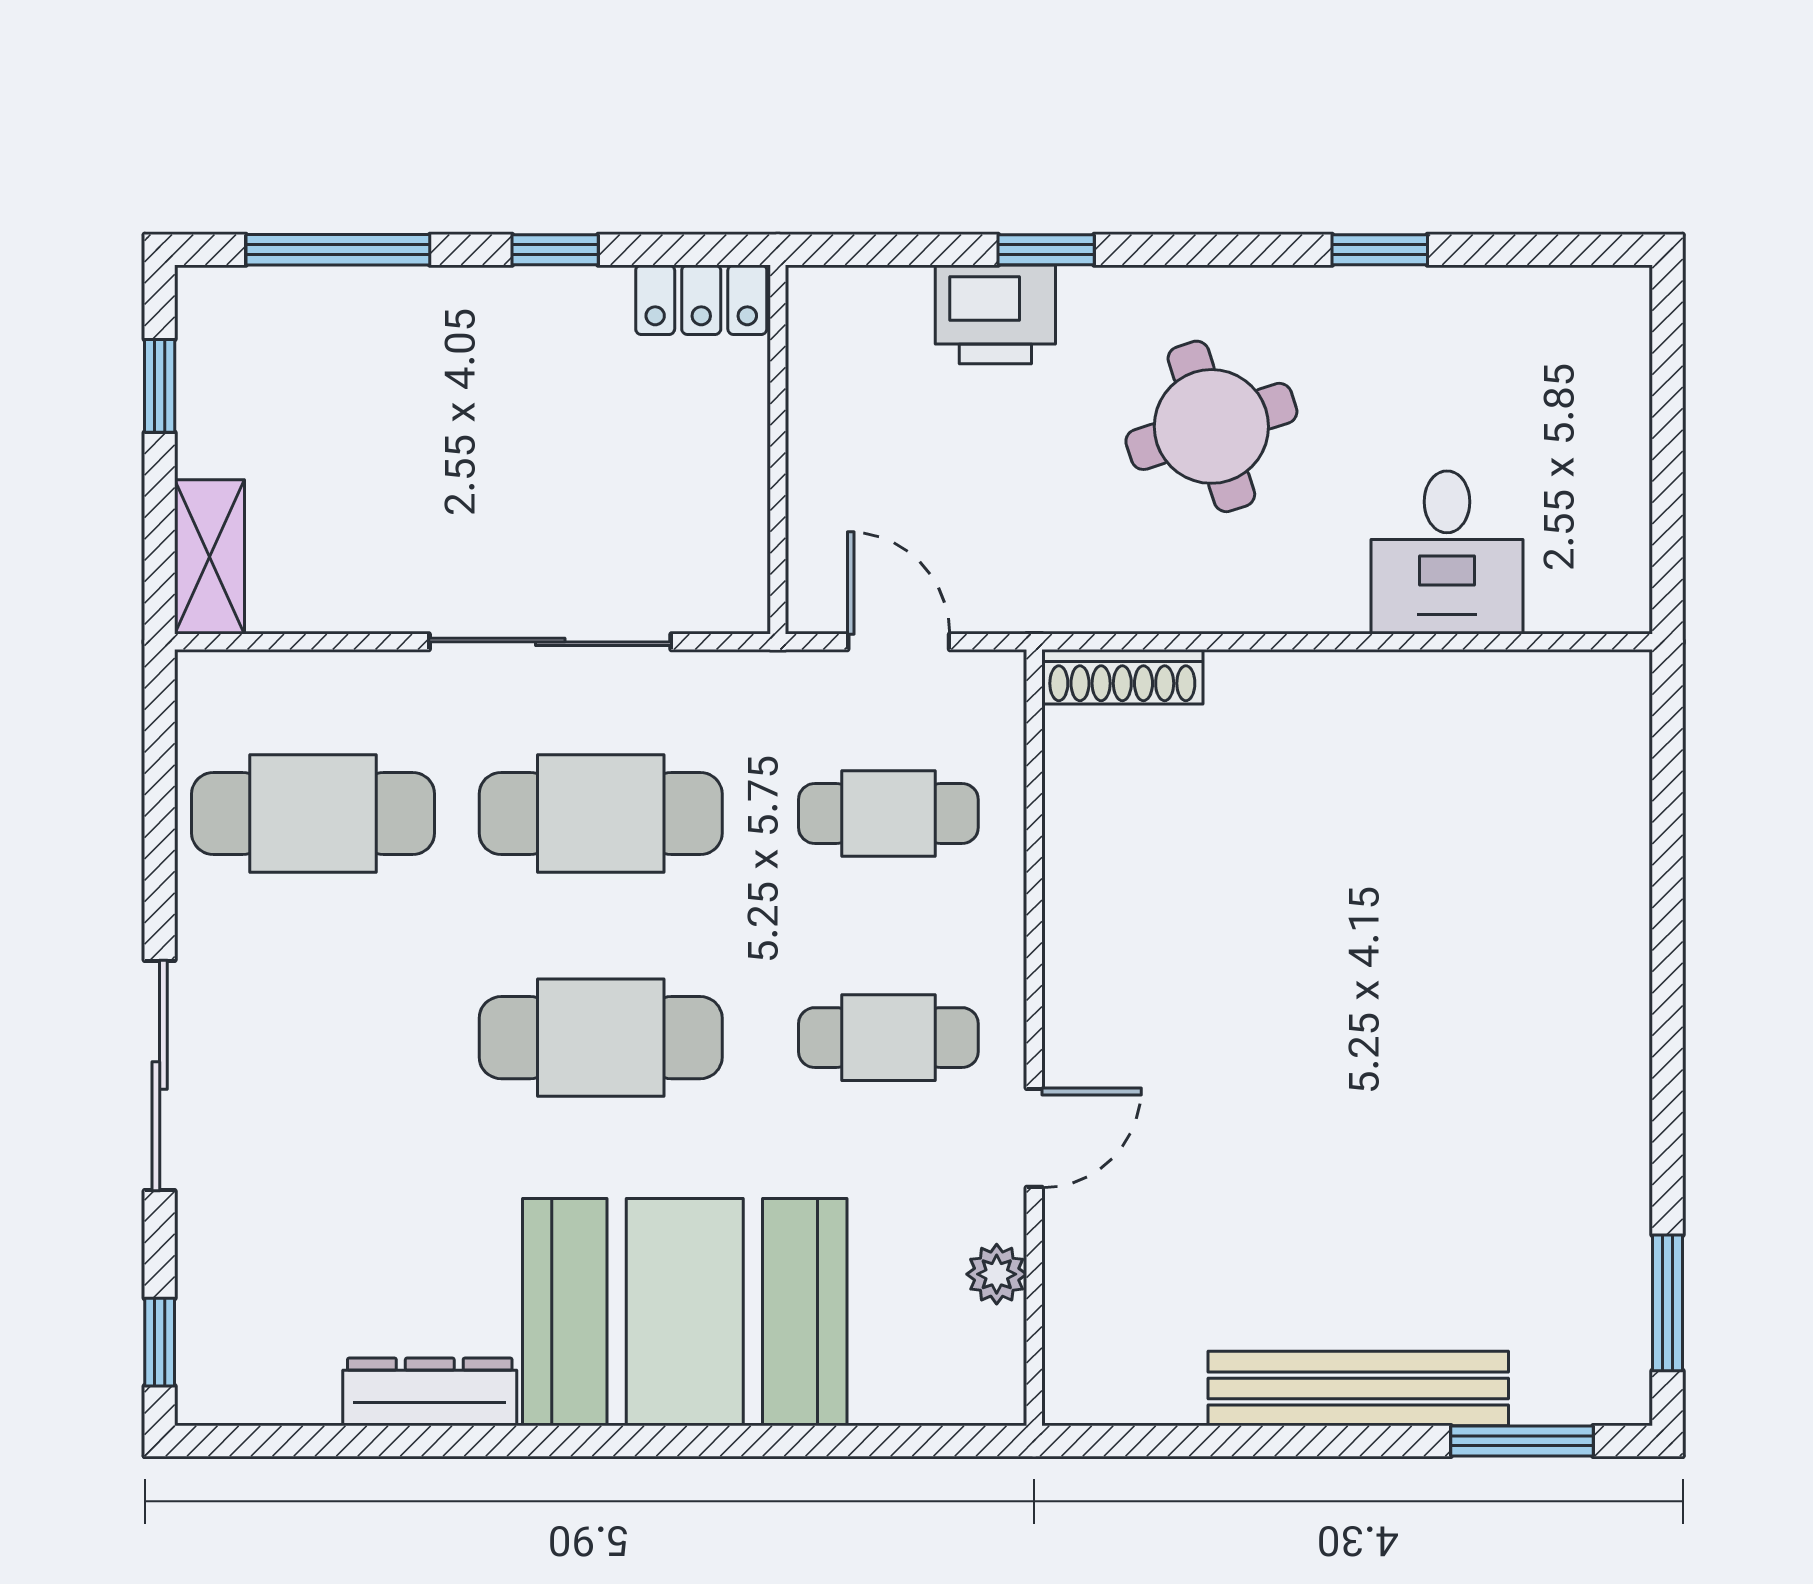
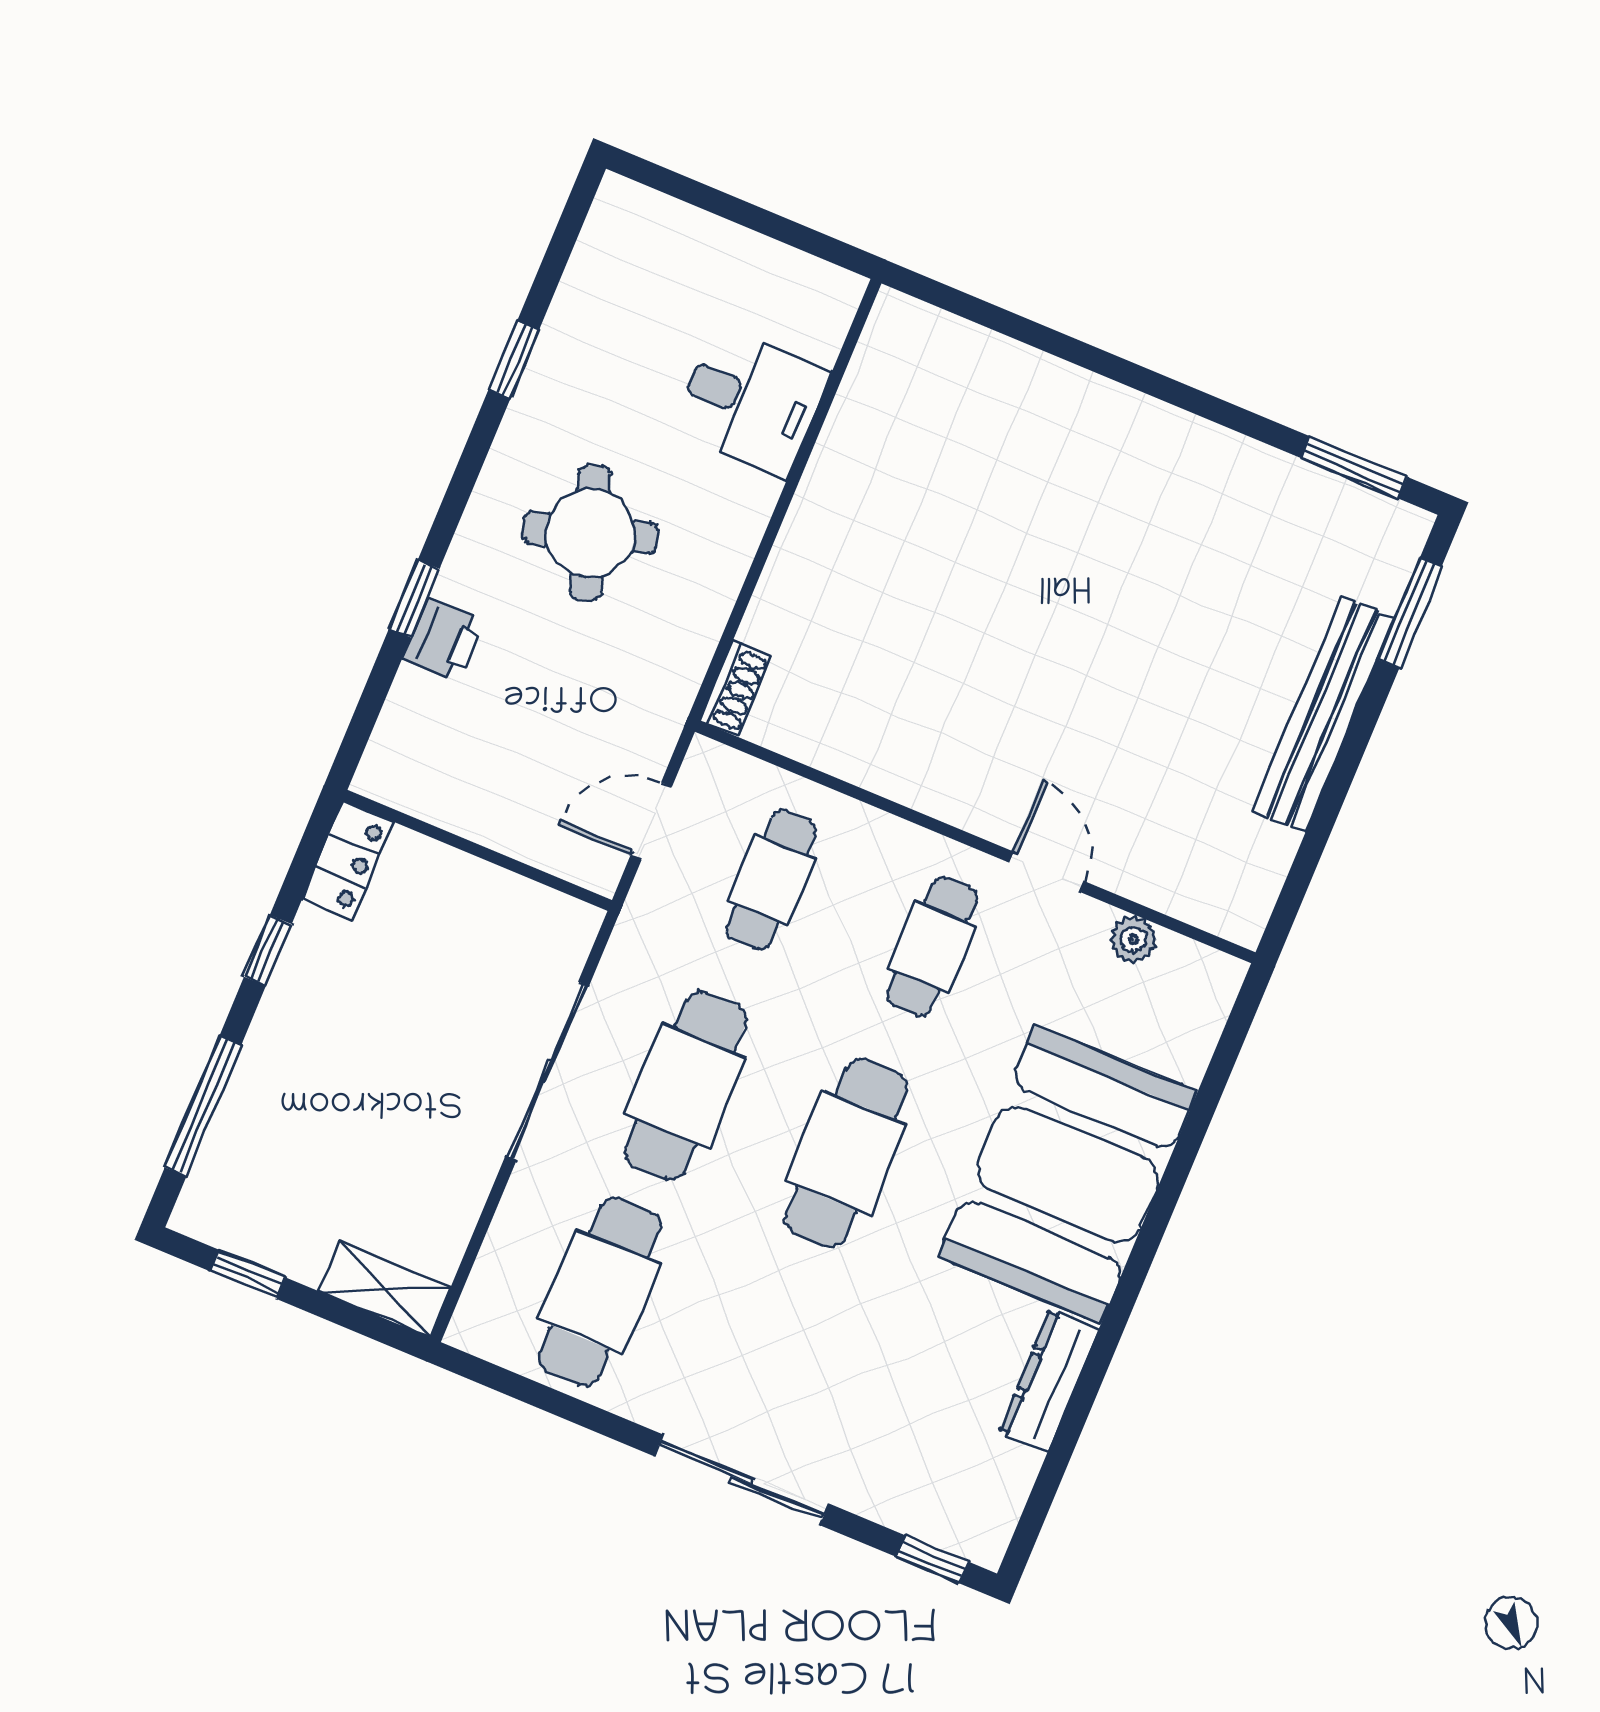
printer: (995, 314) -> (443, 640), width x0.73, depth x0.81
shoe rack: (1122, 677) -> (736, 689), width x0.70

